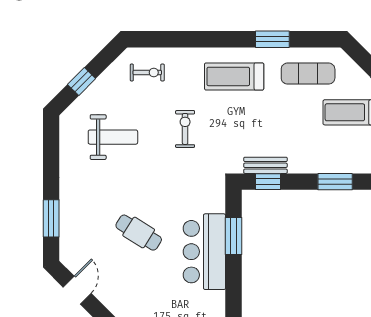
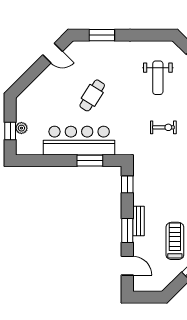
bench: (265, 165) -> (138, 221), moved
bar counter: (204, 252) -> (79, 141), width x1.36

